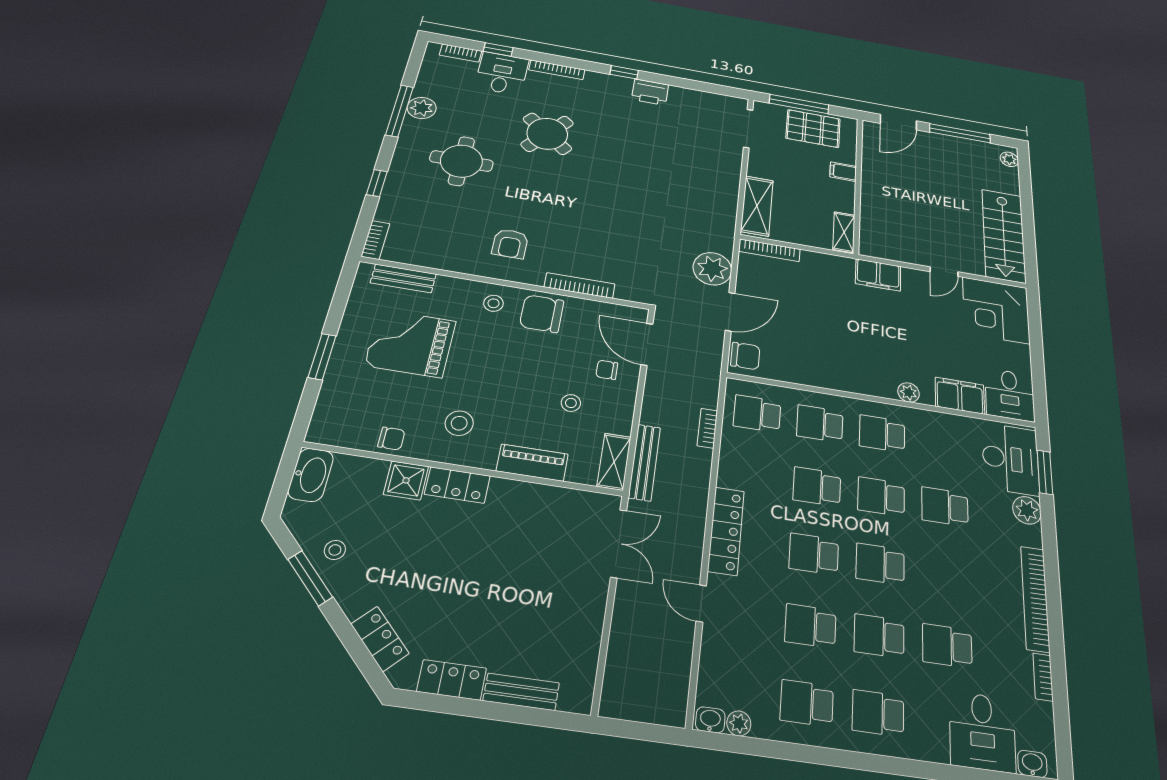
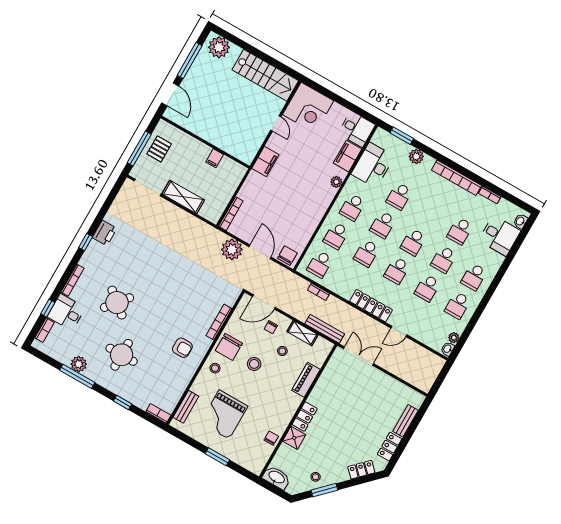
pallet: (813, 129) -> (159, 149), width x0.67, depth x0.71
plant: (1009, 159) -> (219, 47), width x1.87, depth x1.87
filing cabinet: (843, 172) -> (215, 158), moved
shelving: (757, 206) -> (183, 197), moved
shelving: (844, 232) -> (233, 167), removed
stool: (459, 423) -> (254, 364), moved
desk: (1010, 459) -> (373, 165), moved, turned -90
shelving: (614, 462) -> (303, 333), moved

